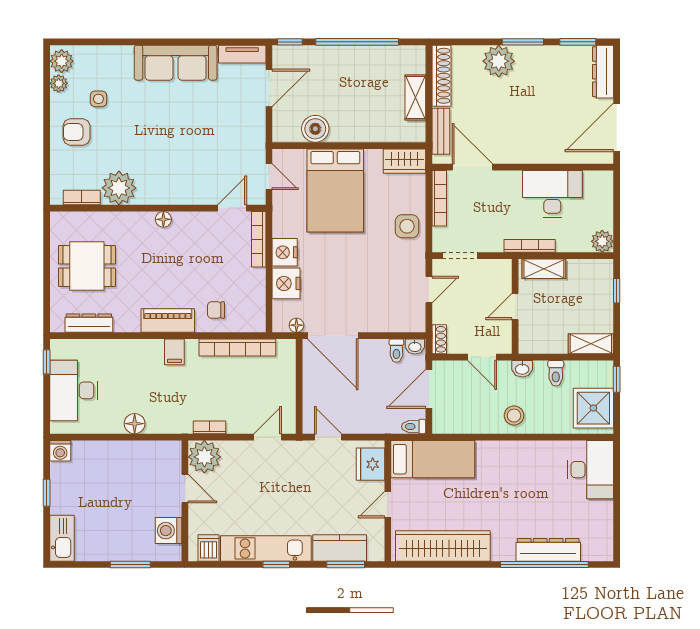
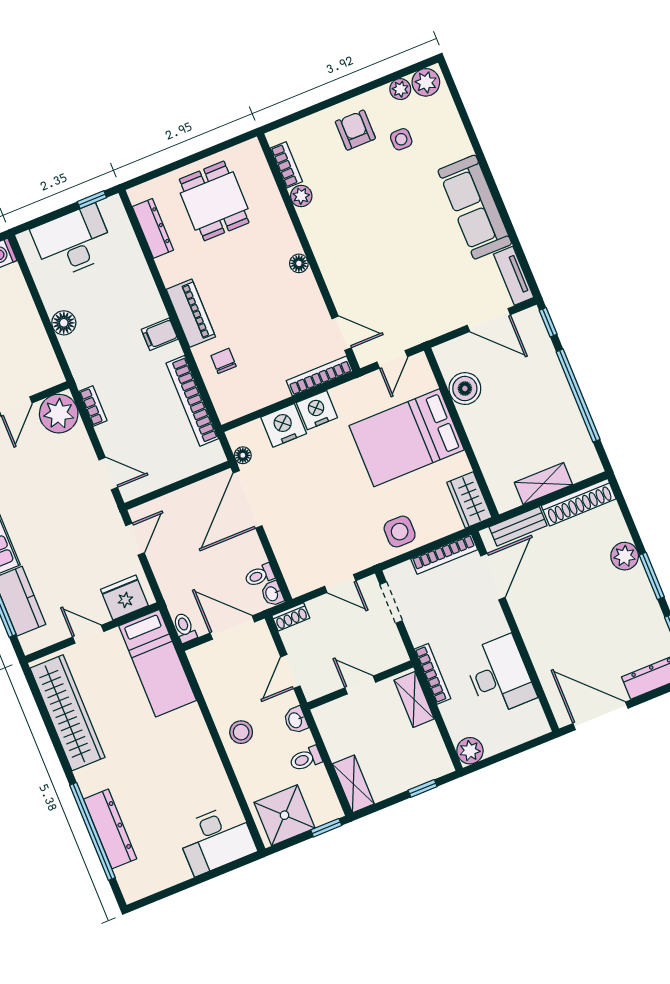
plant: (499, 61) -> (625, 556), width x0.73, depth x0.73
plant: (119, 188) -> (301, 196), width x0.53, depth x0.53

